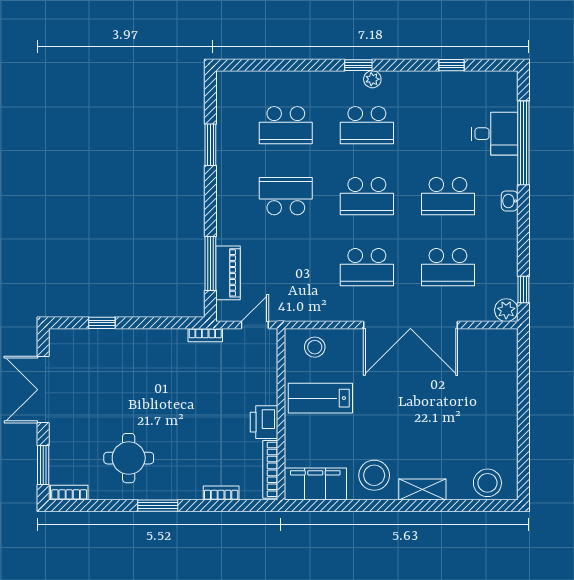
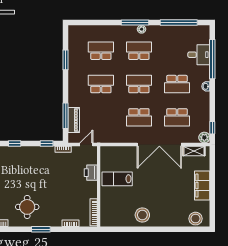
window: (358, 65) -> (135, 23), width x2.17
window: (451, 65) -> (179, 23), width x3.17
school desk: (286, 125) -> (101, 51), turned 180
school desk: (367, 125) -> (139, 51), turned 180
school desk: (367, 196) -> (139, 84), turned 180
window: (170, 323) -> (47, 143), added
stool: (315, 347) -> (114, 155), removed
printer: (264, 422) -> (91, 173), moved
filing cabinet: (315, 484) -> (202, 186), moved, turned -90
shelving: (422, 490) -> (194, 151), moved

